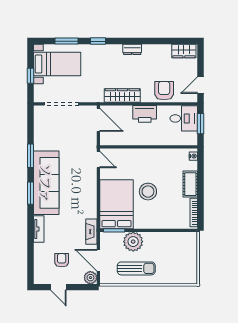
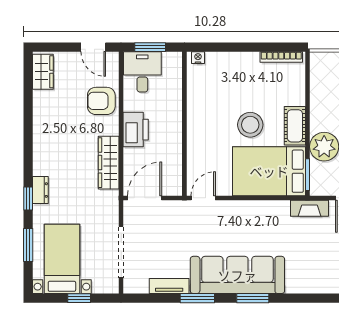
dresser: (132, 49) -> (40, 190), moved
cot: (190, 184) -> (295, 126), moved, turned 90
tv unit: (39, 229) -> (169, 286), moved

